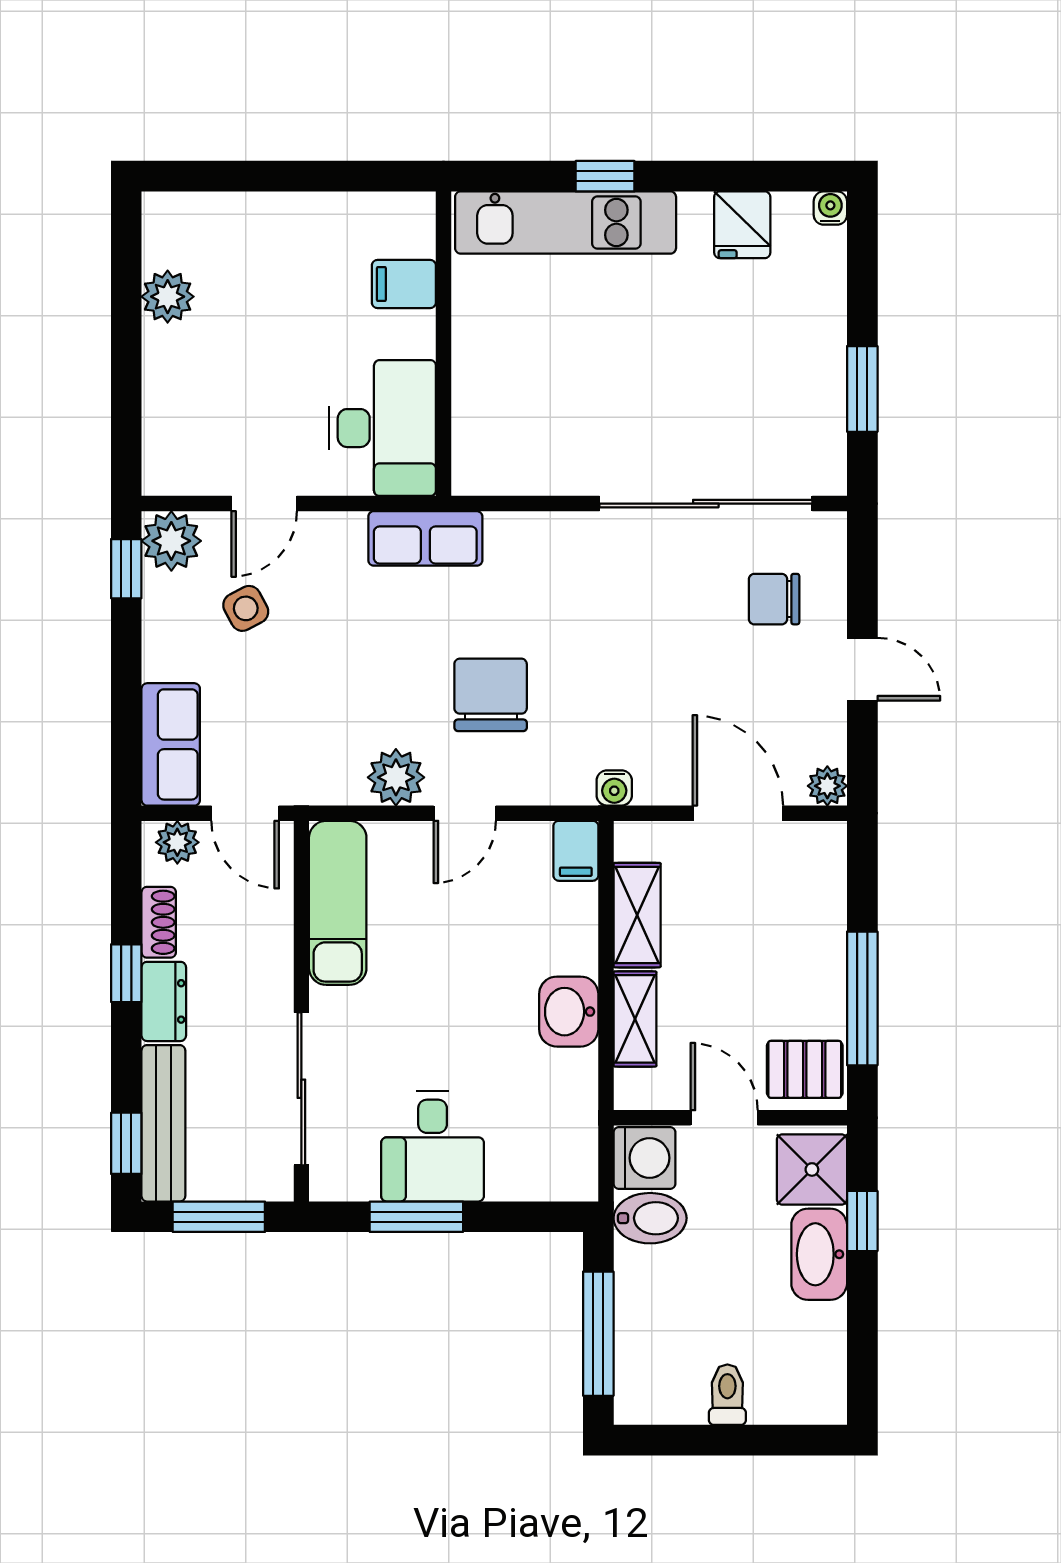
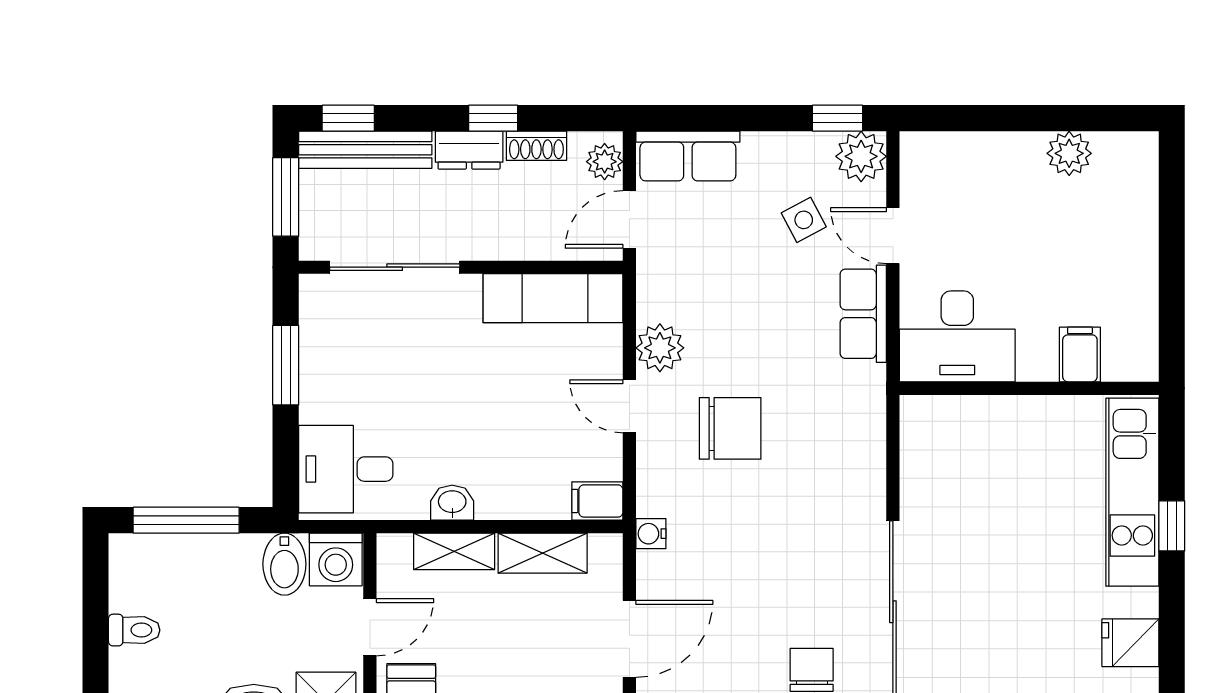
row of seats: (425, 538) -> (863, 314), moved
washbasin: (569, 1012) -> (452, 503), width x0.72, depth x0.69
desk: (433, 1146) -> (346, 469), moved

